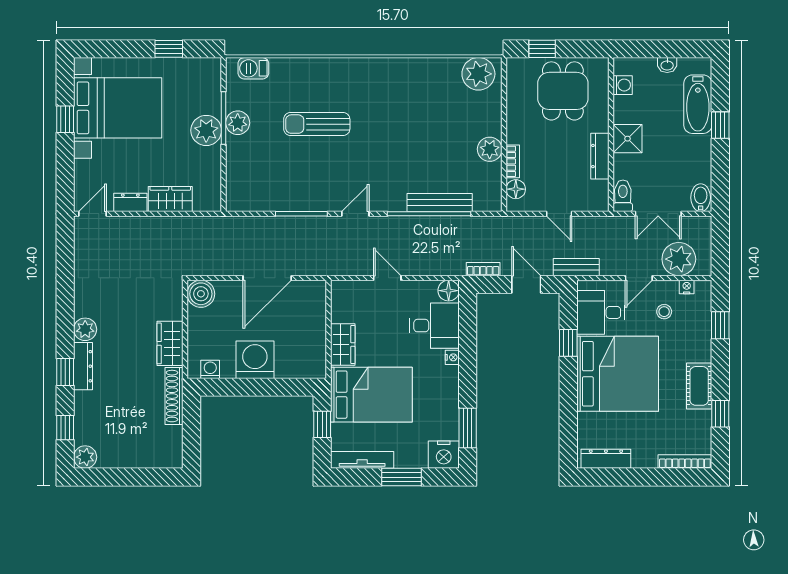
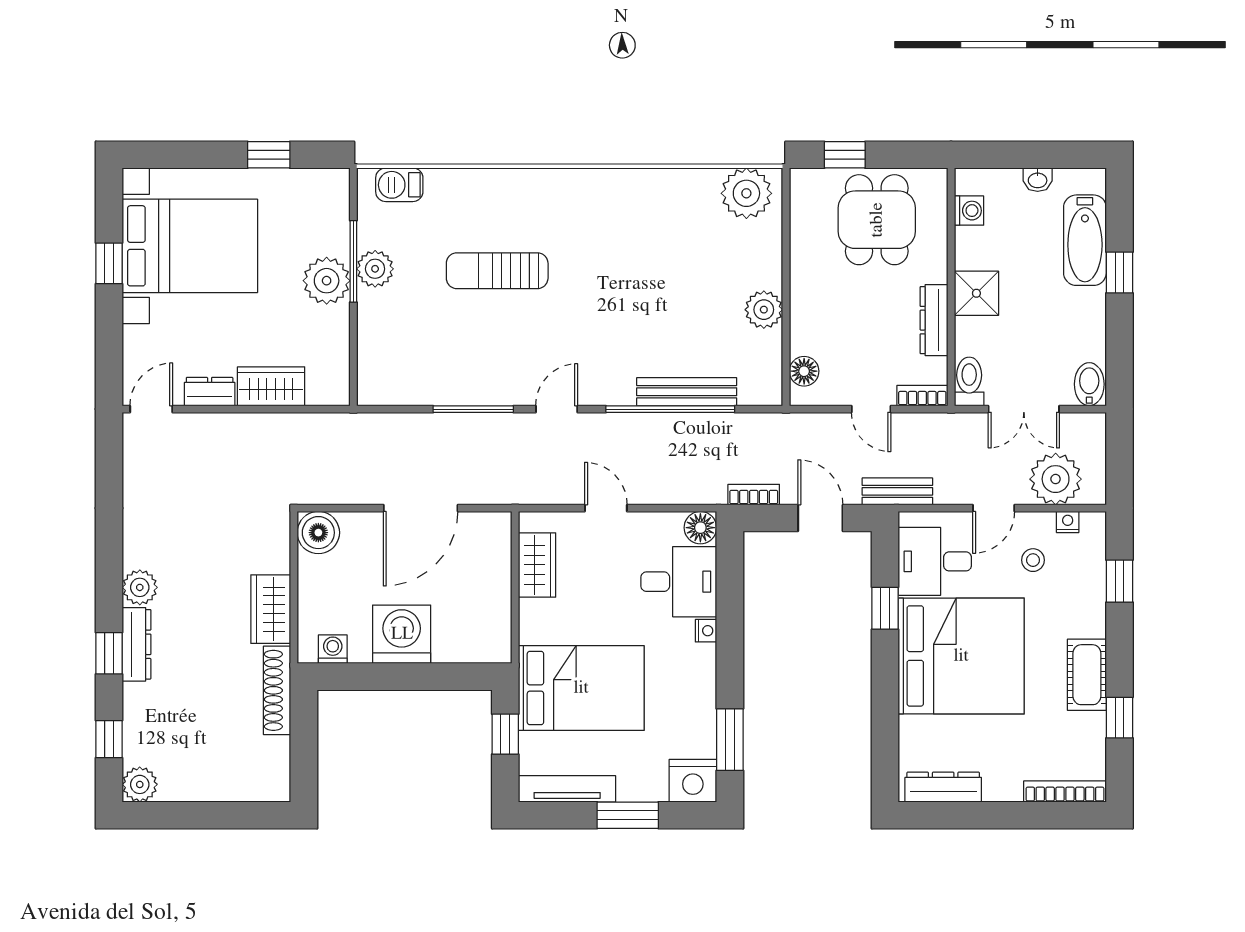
bookcase: (513, 161) -> (922, 396), moved, turned -90
wardrobe: (343, 345) -> (537, 565), moved

